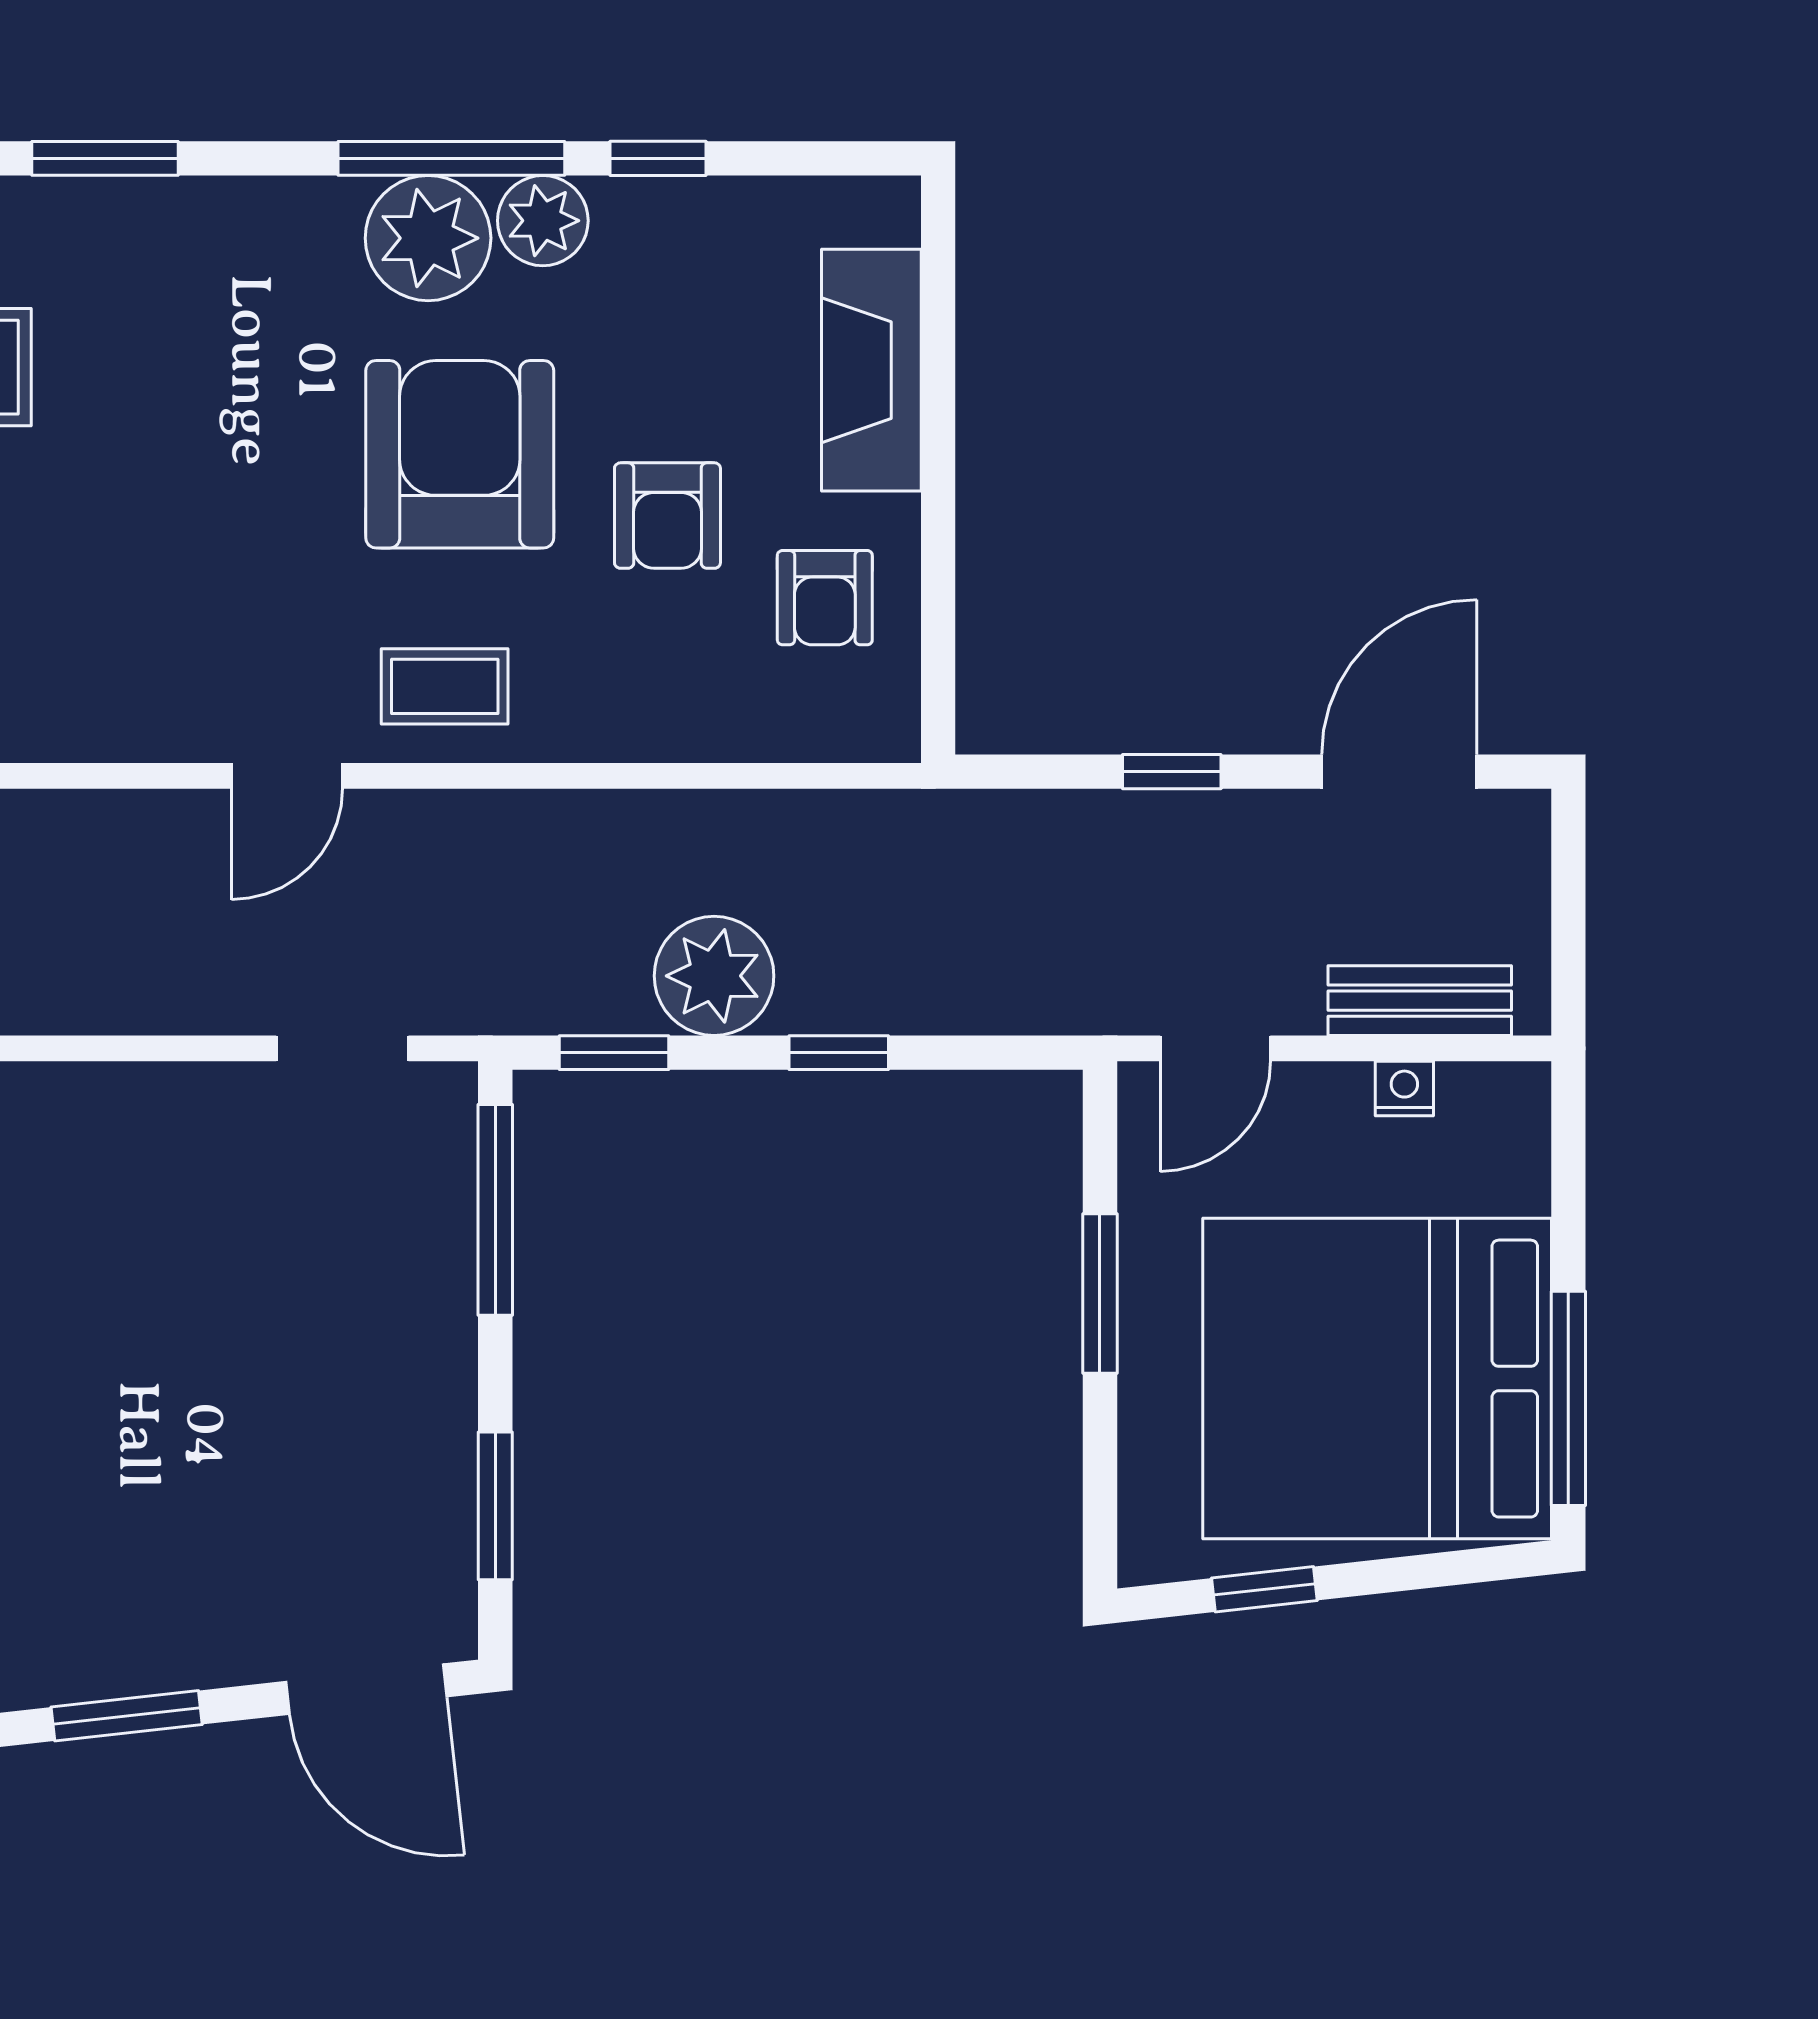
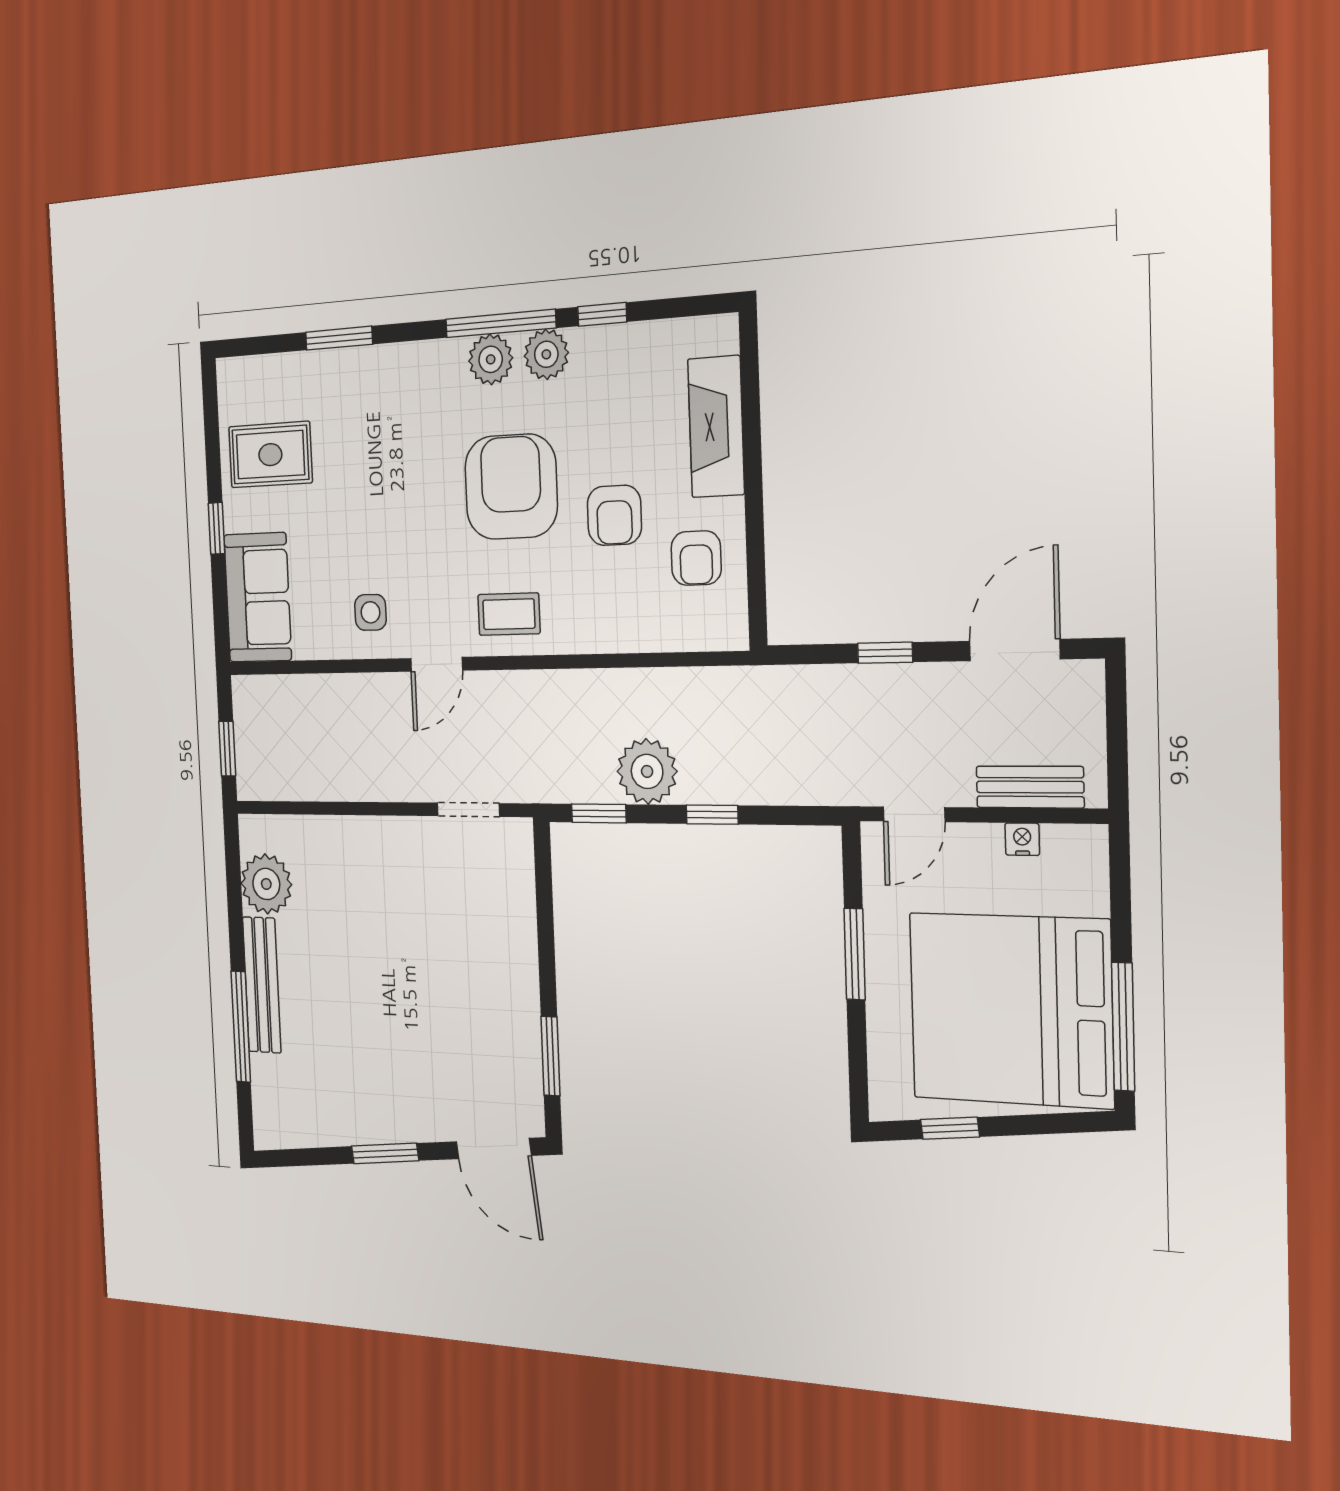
plant: (428, 238) -> (491, 359), width x0.73, depth x0.73
side table: (148, 675) -> (370, 612), added
window: (495, 1210) -> (544, 898), removed

